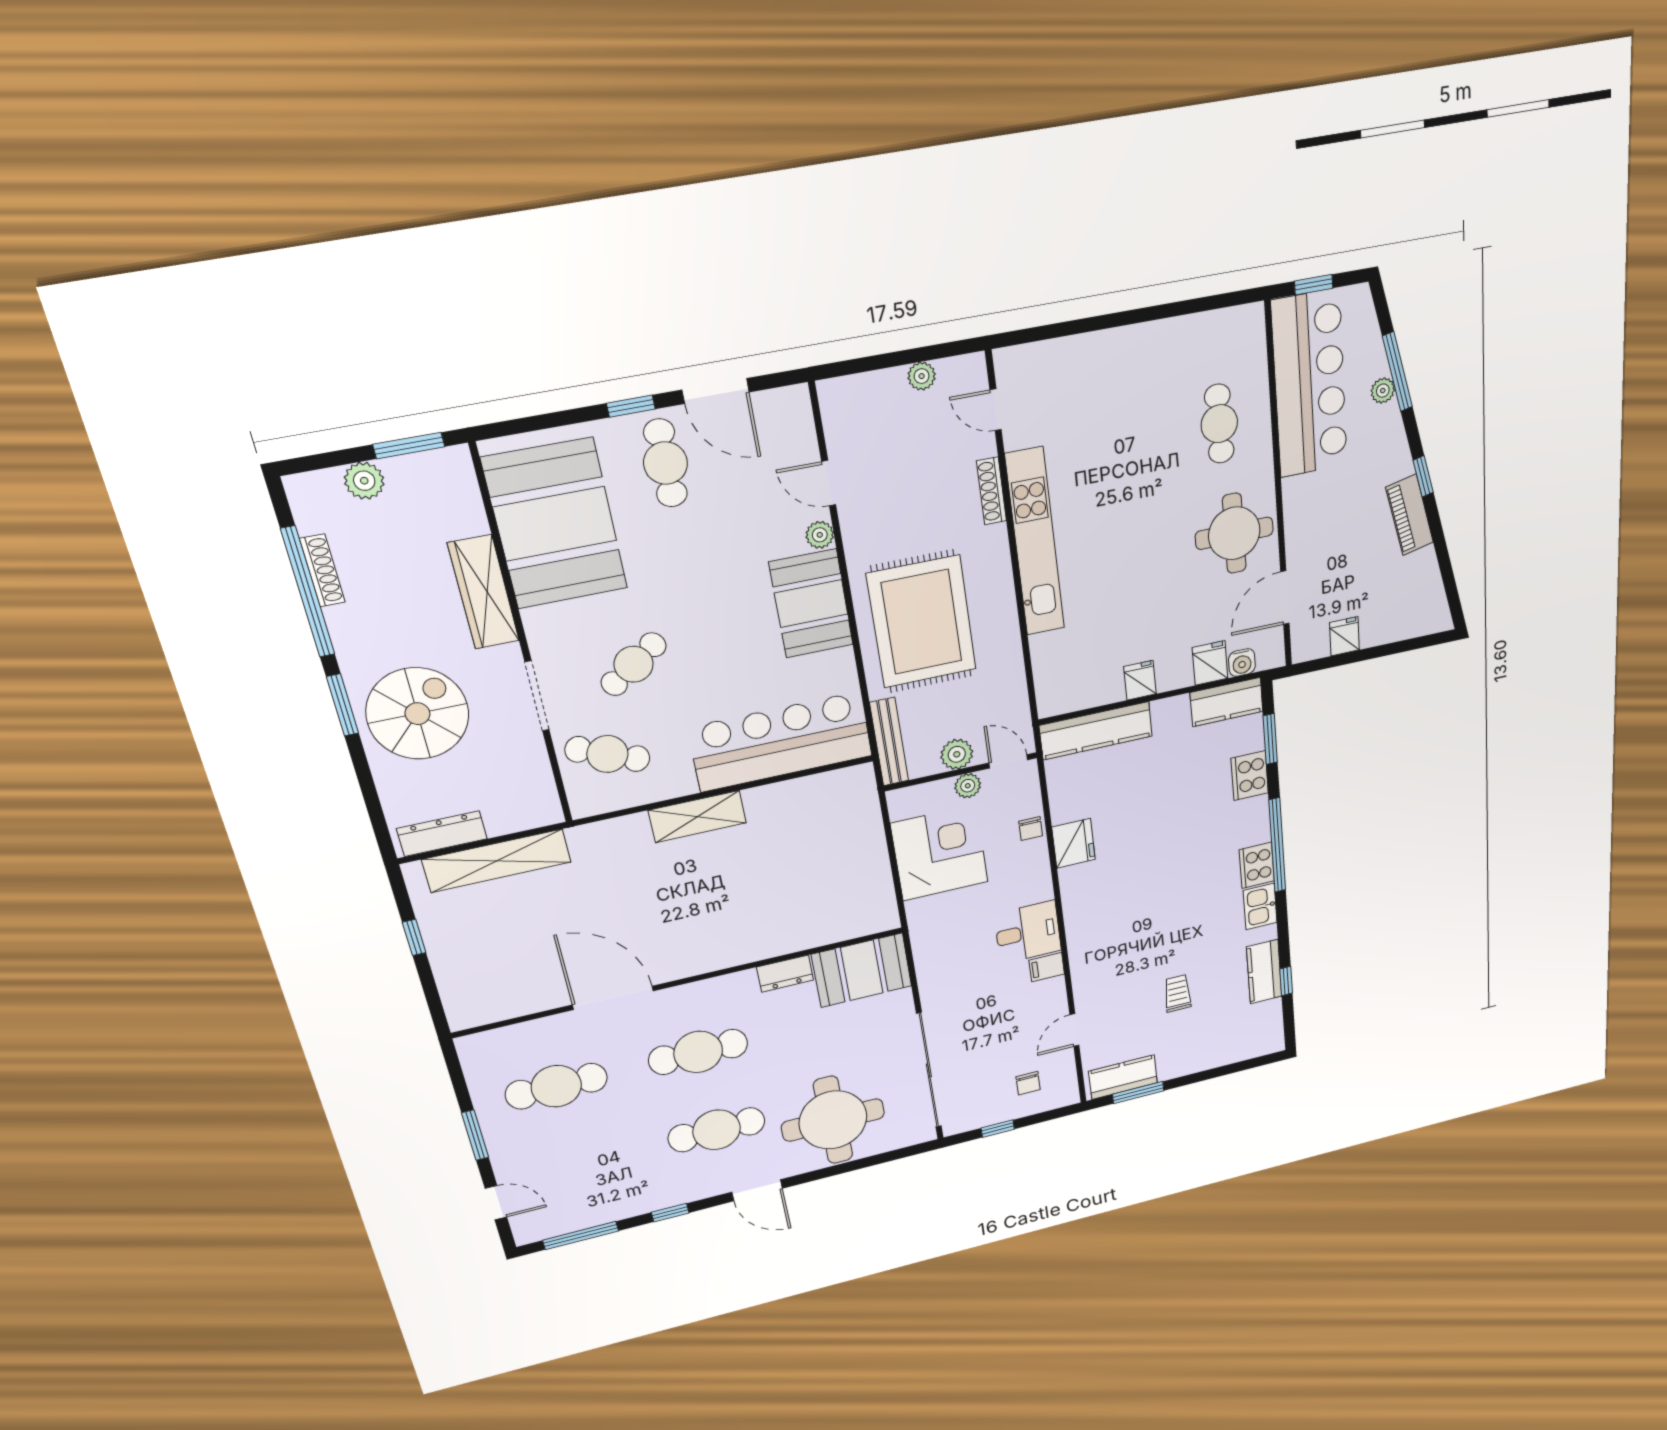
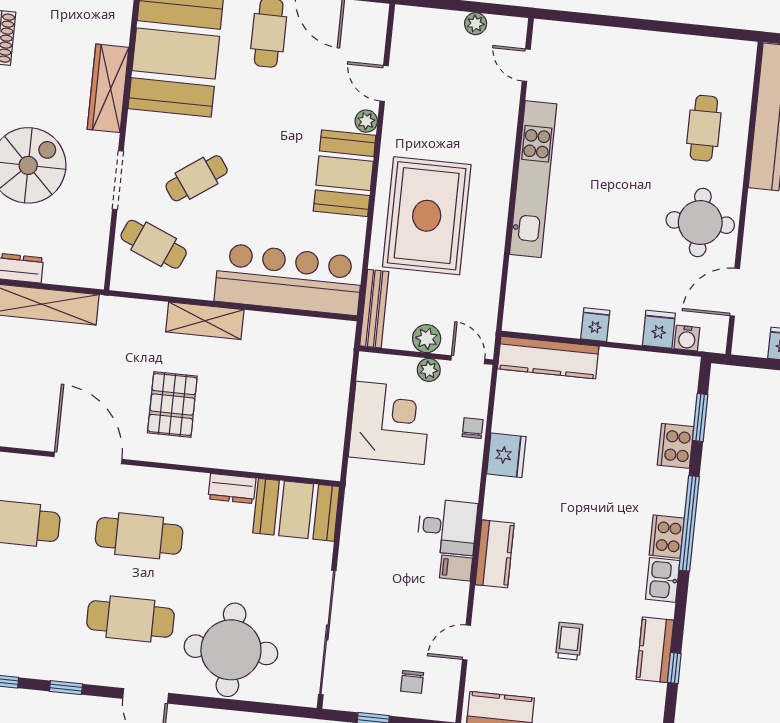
shoe rack: (992, 491) -> (508, 127), removed
kitchen counter: (1227, 702) -> (495, 554), moved, turned -90
chair: (1031, 829) -> (473, 428), turned 180
pallet: (690, 914) -> (172, 404), added

